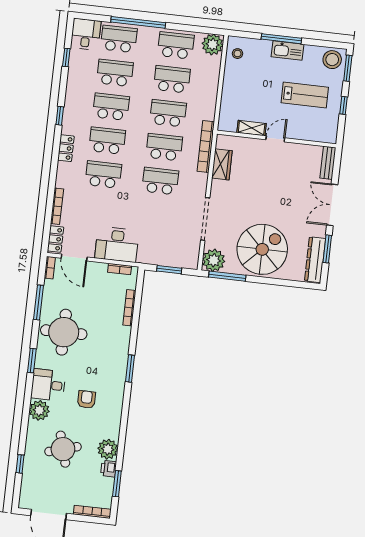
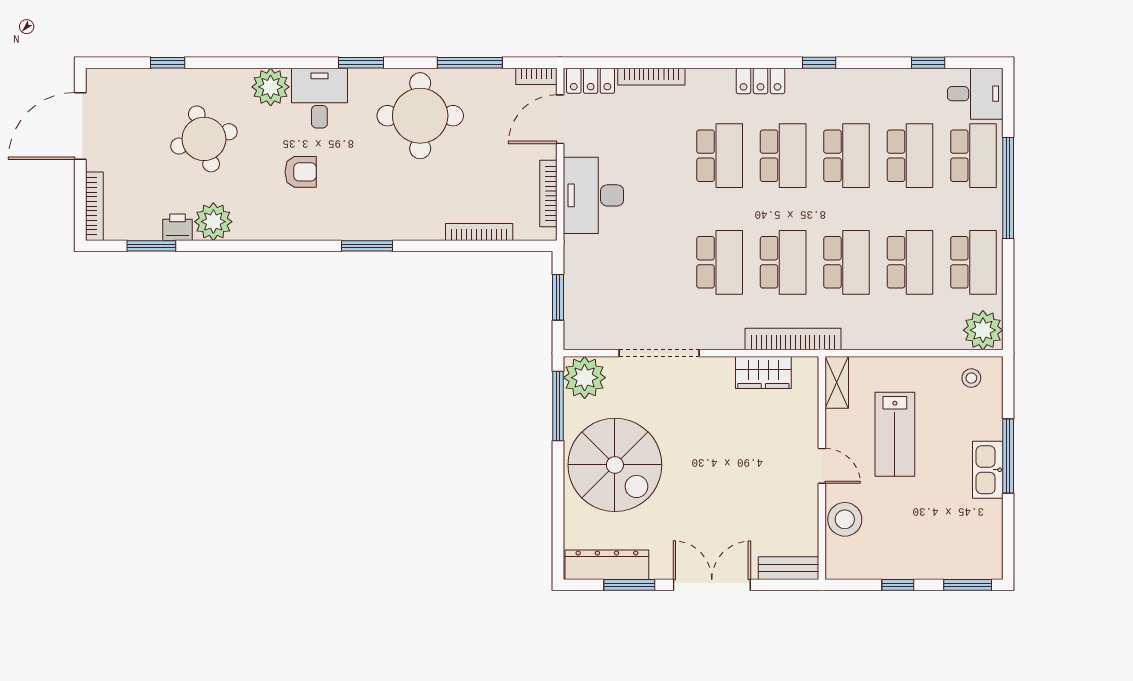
stool: (332, 60) -> (845, 519), moved
lab bench: (305, 95) -> (895, 434), moved
shelving: (252, 128) -> (837, 382), moved
bookcase: (120, 269) -> (548, 194), width x1.56

